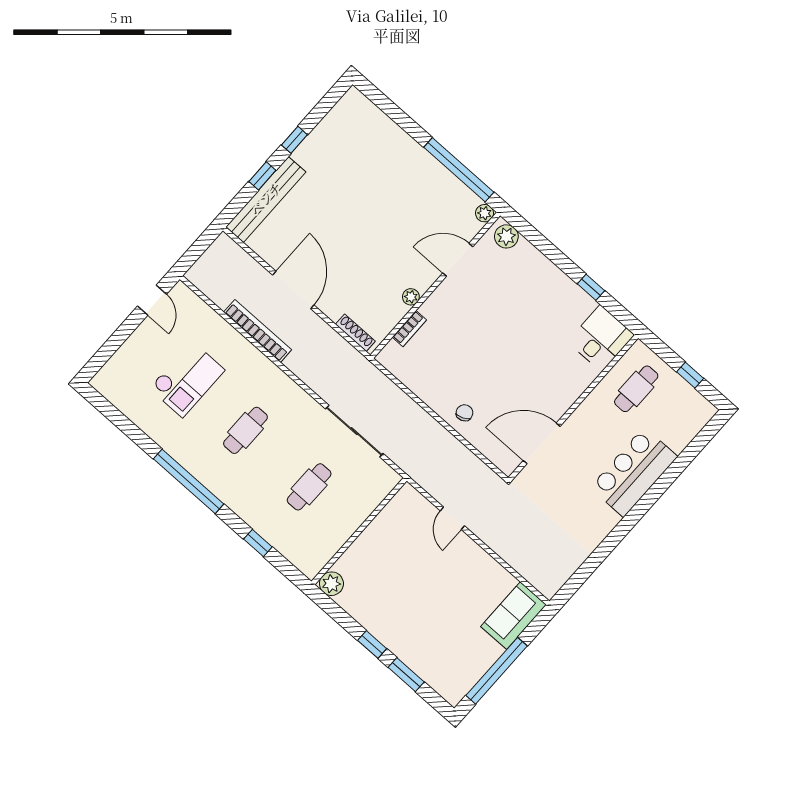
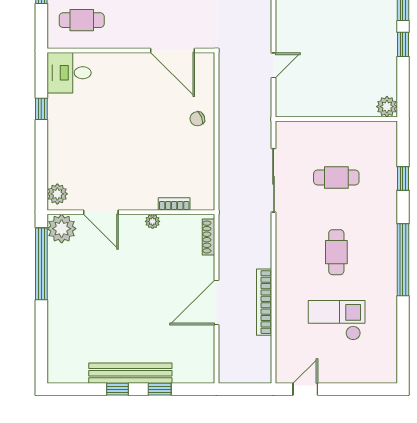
bench: (266, 199) -> (130, 373), moved
plant: (485, 213) -> (62, 229), width x1.87, depth x1.87
cafe table: (245, 430) -> (336, 252), turned 90

